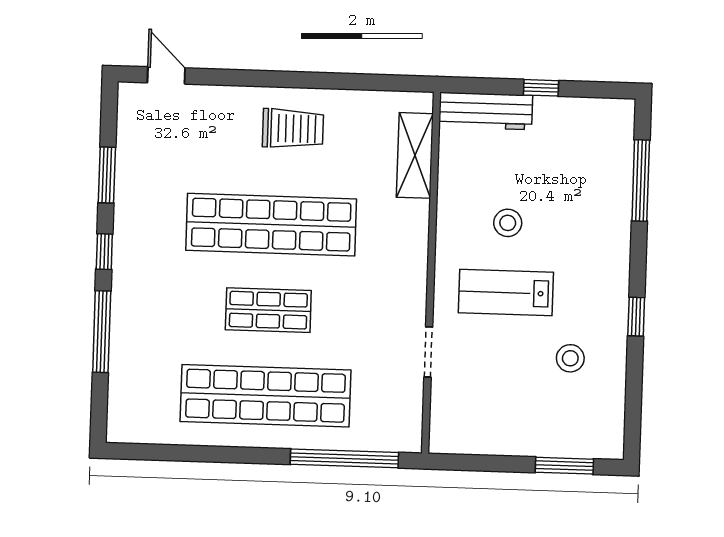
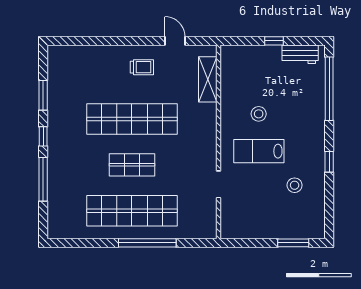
door: (166, 75) -> (175, 41), moved
workbench: (486, 111) -> (300, 54), moved, width x0.73
trolley: (293, 129) -> (142, 67), width x0.73, depth x0.72
window: (641, 181) -> (329, 89), width x1.46
window: (344, 458) -> (147, 243), moved

